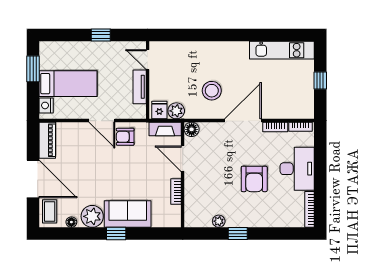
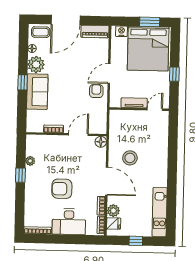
bed: (68, 84) -> (148, 49), width x2.04
fridge: (159, 110) -> (114, 224), moved
plant: (176, 111) -> (113, 211), moved
fireplace: (165, 129) -> (102, 122), removed

